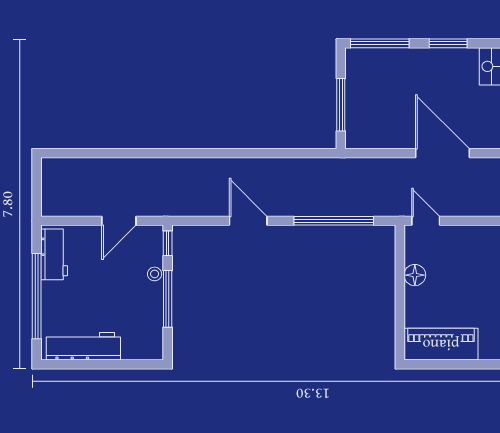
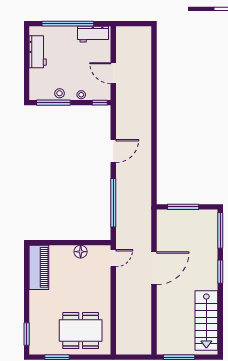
window: (168, 299) -> (53, 103), moved
stool: (152, 310) -> (60, 93), added
workbench: (83, 346) -> (38, 52), width x0.73

